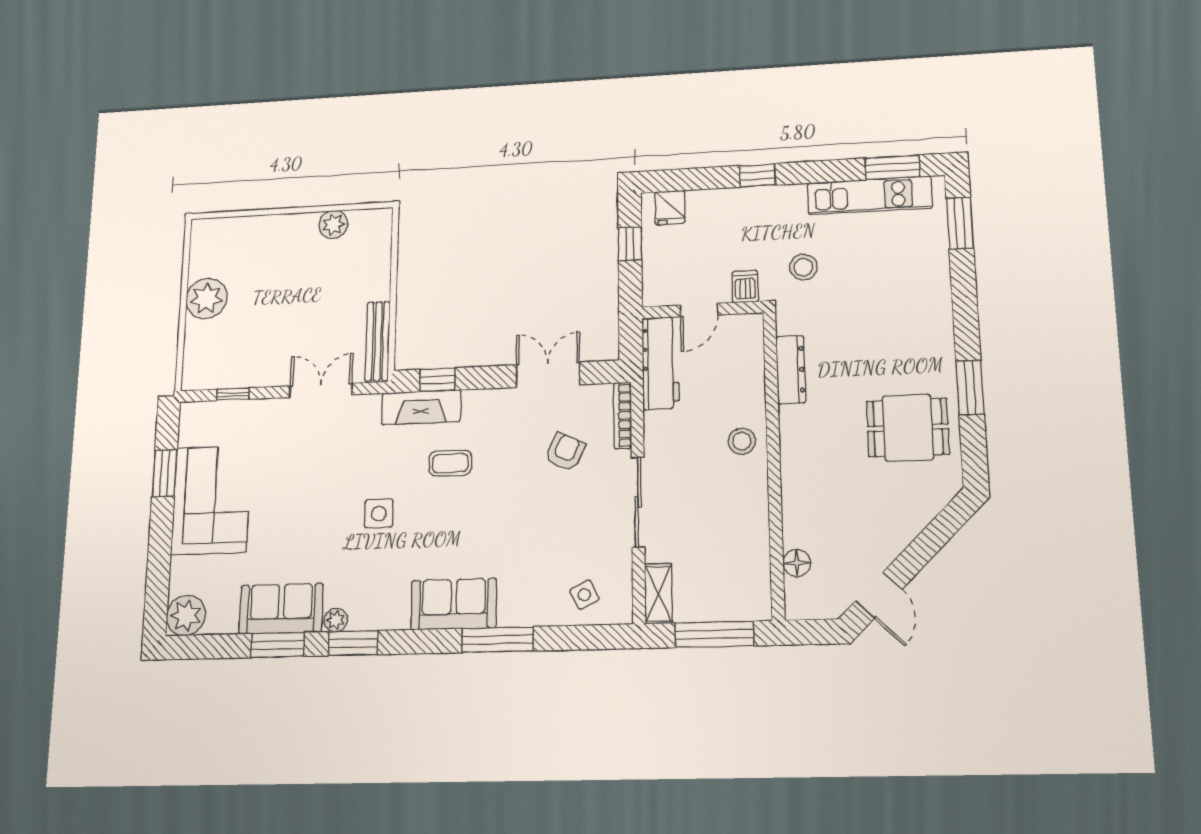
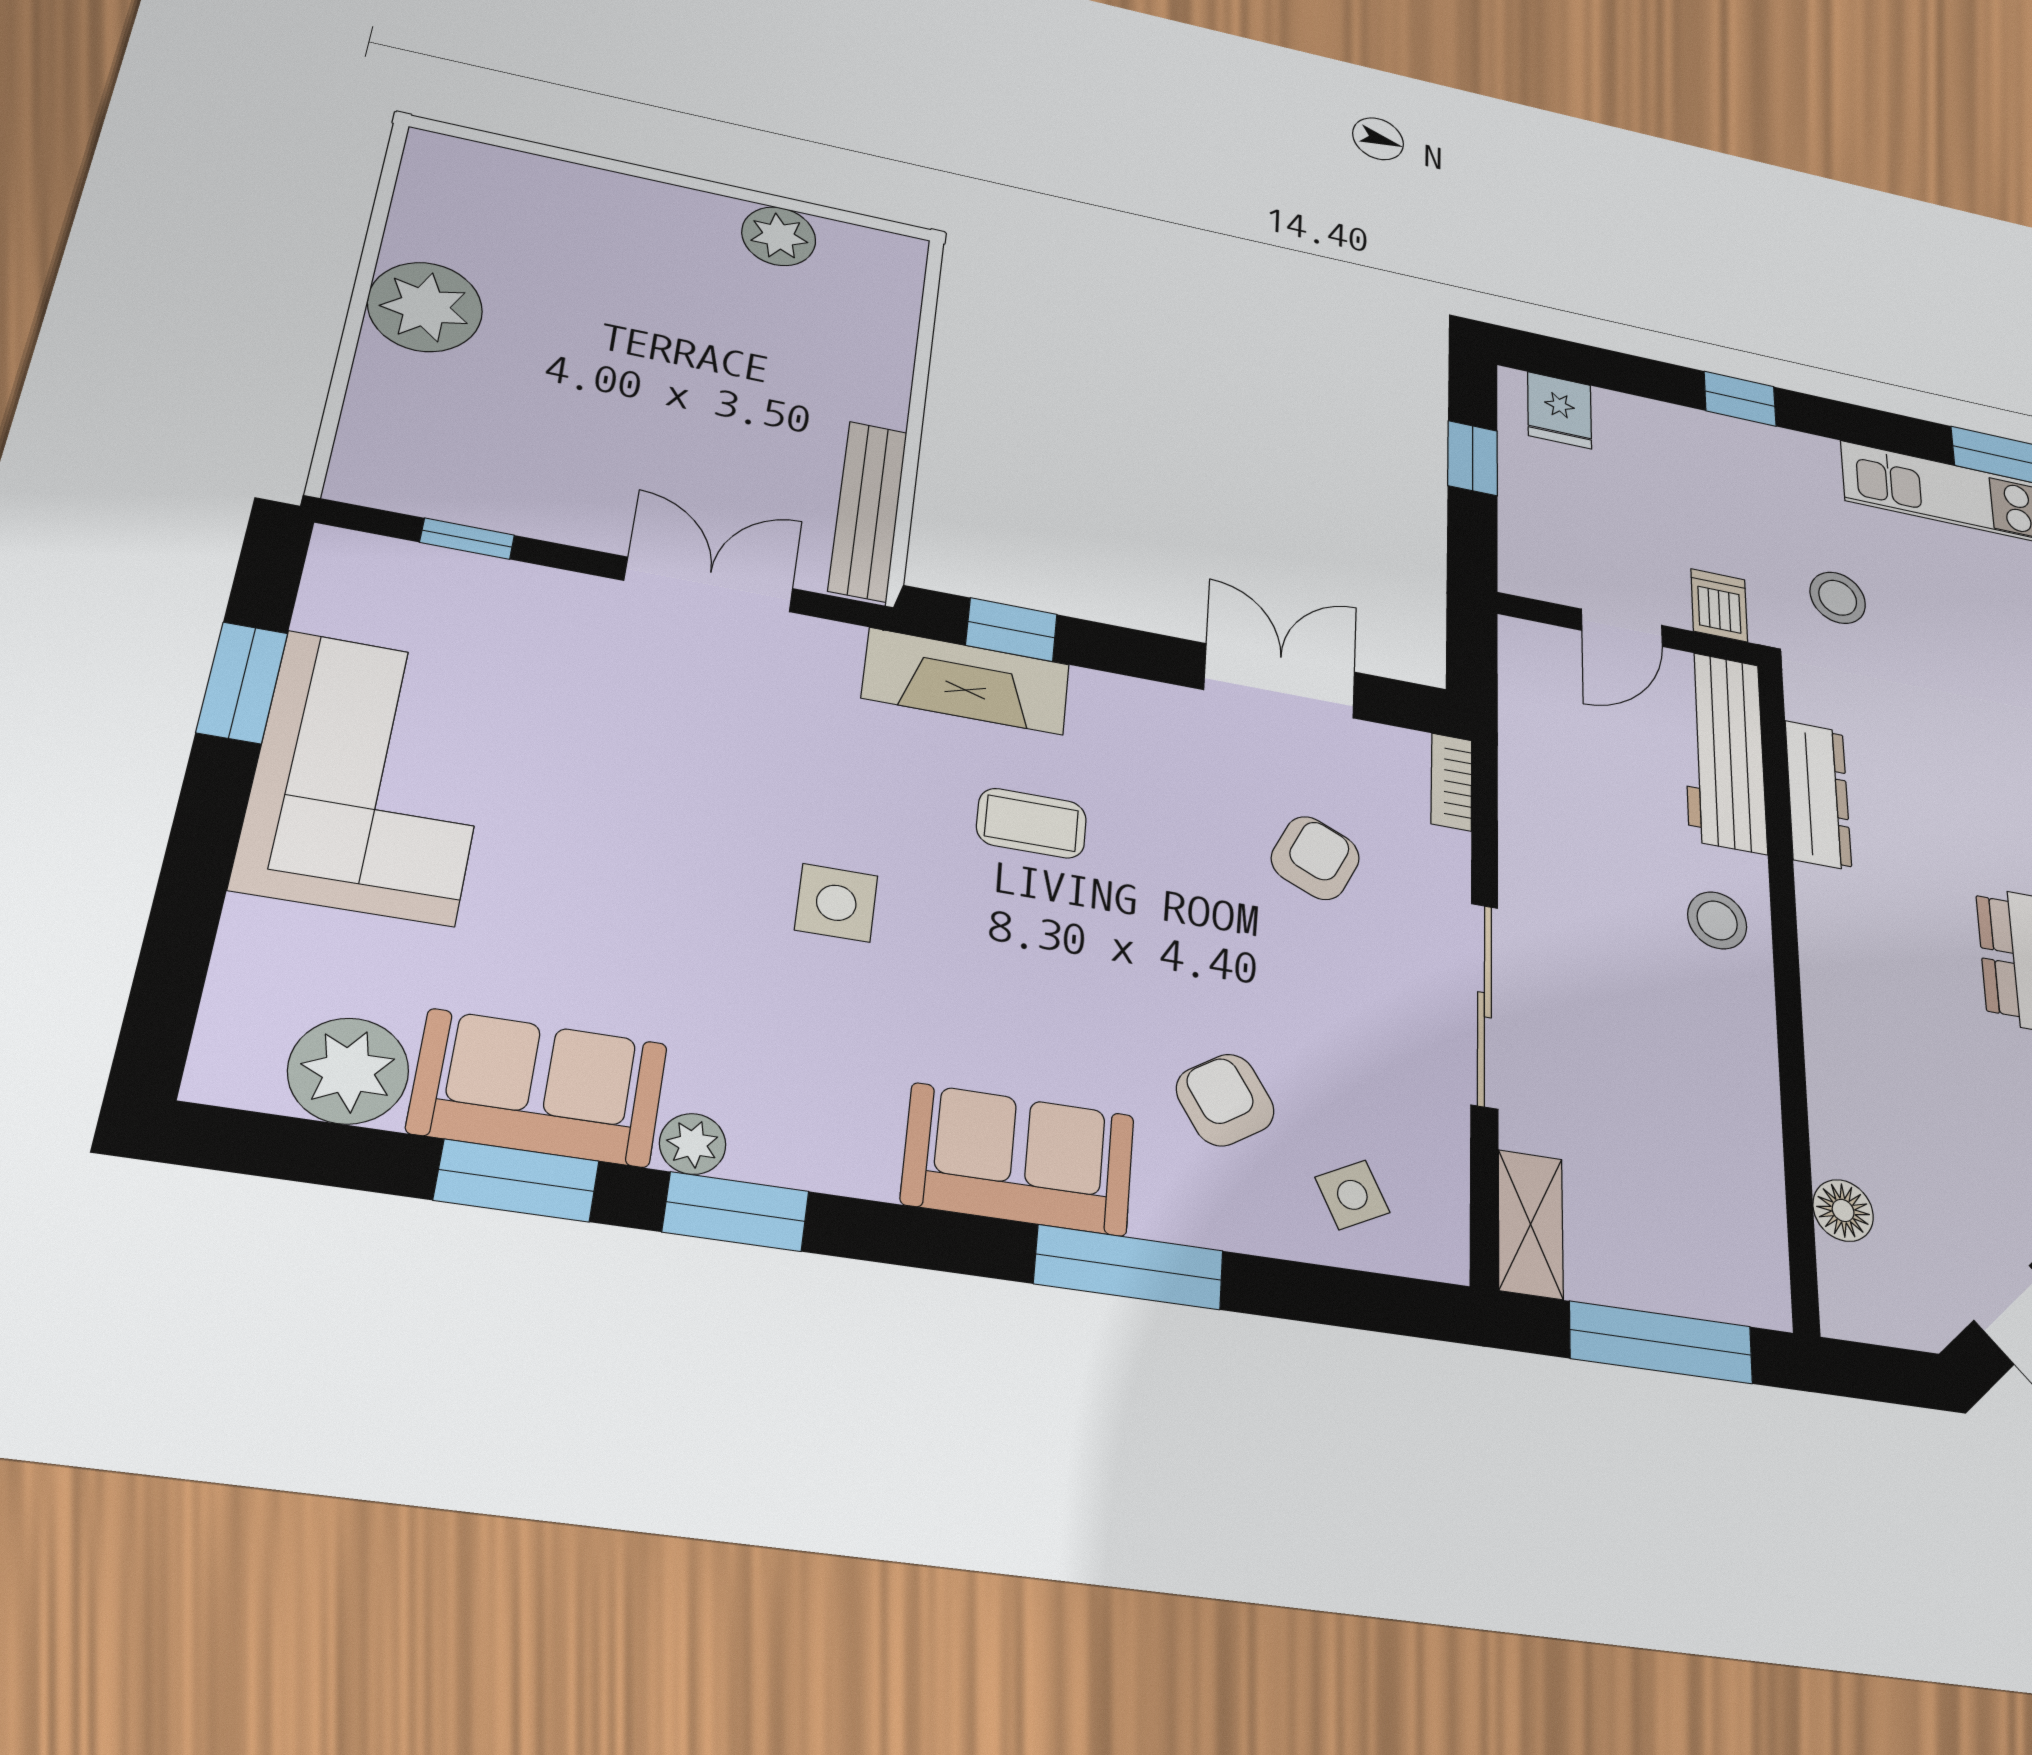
workbench: (660, 363) -> (1724, 751), moved, turned 180
bookcase: (623, 416) -> (1452, 782), width x0.64
armchair: (532, 565) -> (1225, 1100), added
plant: (186, 615) -> (348, 1071), moved

